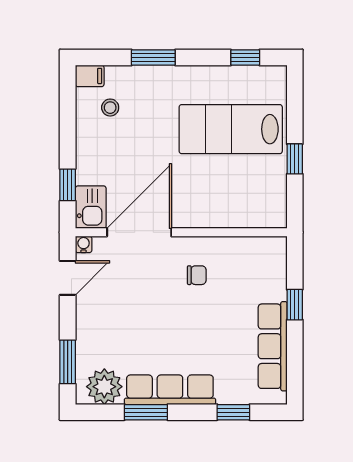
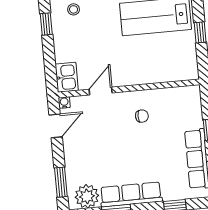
window: (68, 185) -> (46, 24), moved
door: (139, 232) -> (101, 91), width x0.53

